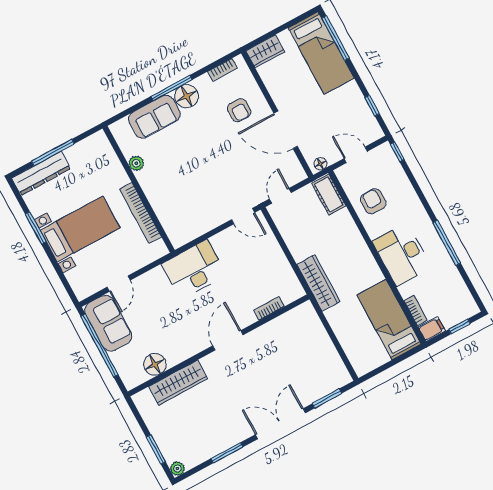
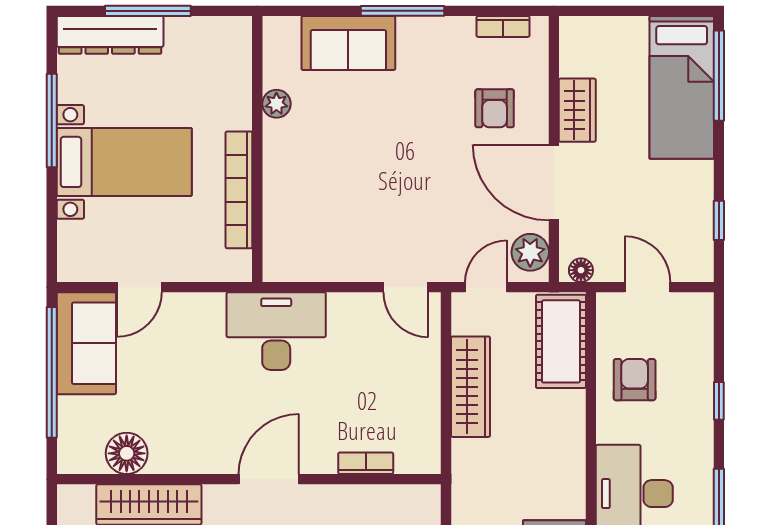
wardrobe: (265, 51) -> (577, 110), moved, turned -90
floor lamp: (186, 96) -> (420, 38), removed
window: (397, 152) -> (719, 401), moved
plant: (292, 168) -> (530, 252), added
cot: (329, 195) -> (561, 341), width x1.37, depth x1.34
window: (36, 228) -> (52, 120), width x1.44
wardrobe: (318, 283) -> (470, 387), moved

